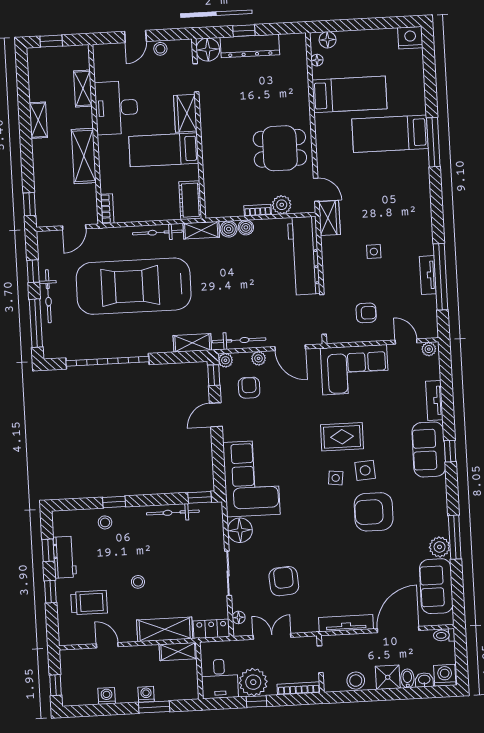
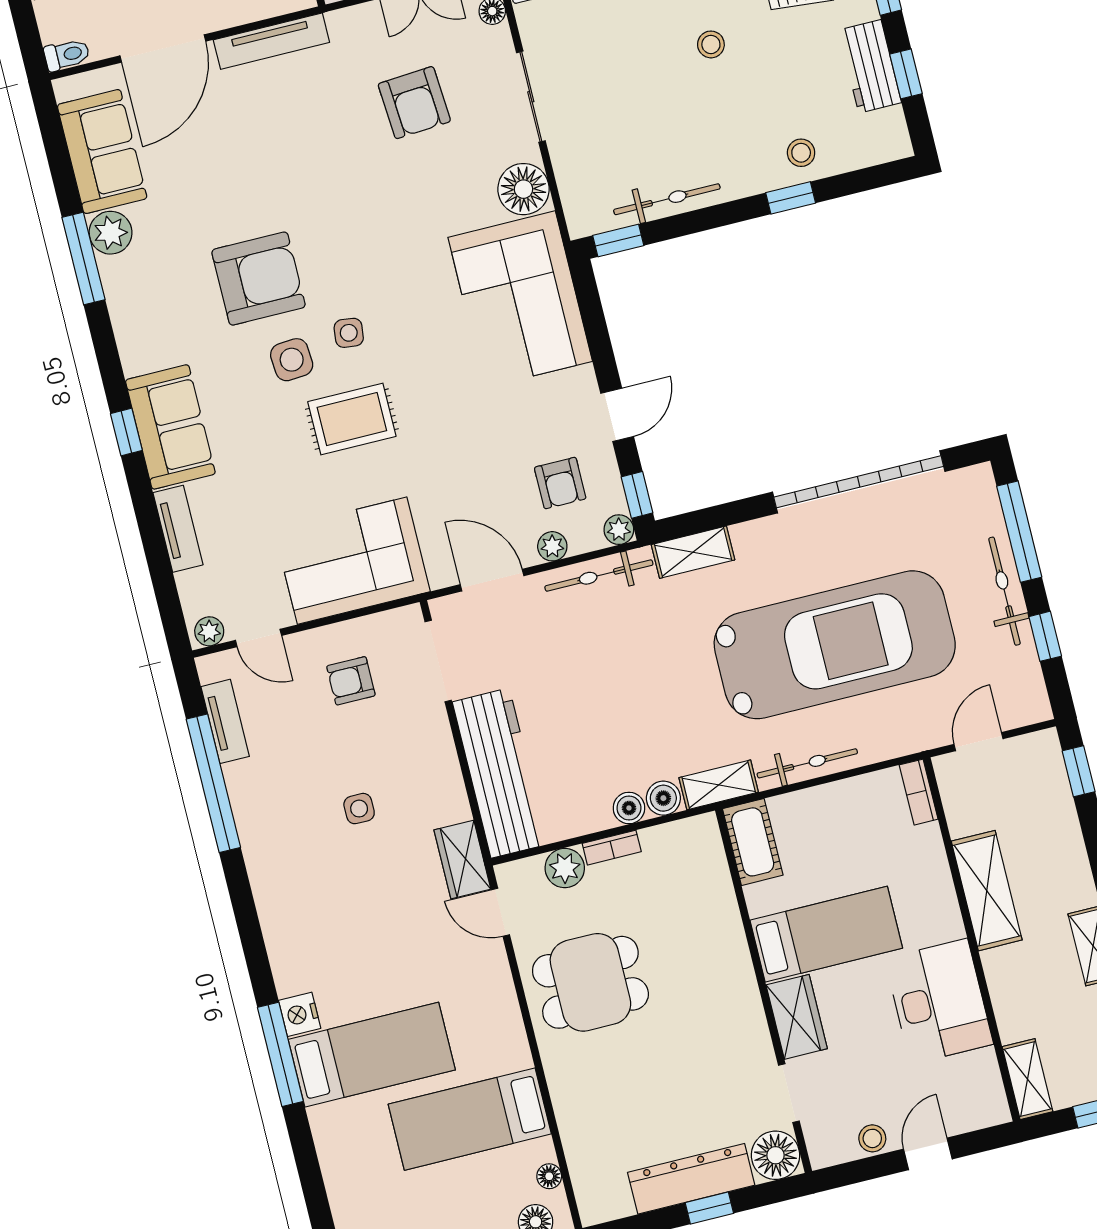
shelving: (83, 89) -> (1027, 1079), moved
nightstand: (421, 159) -> (300, 1014), added
tv unit: (428, 275) -> (225, 721), moved

